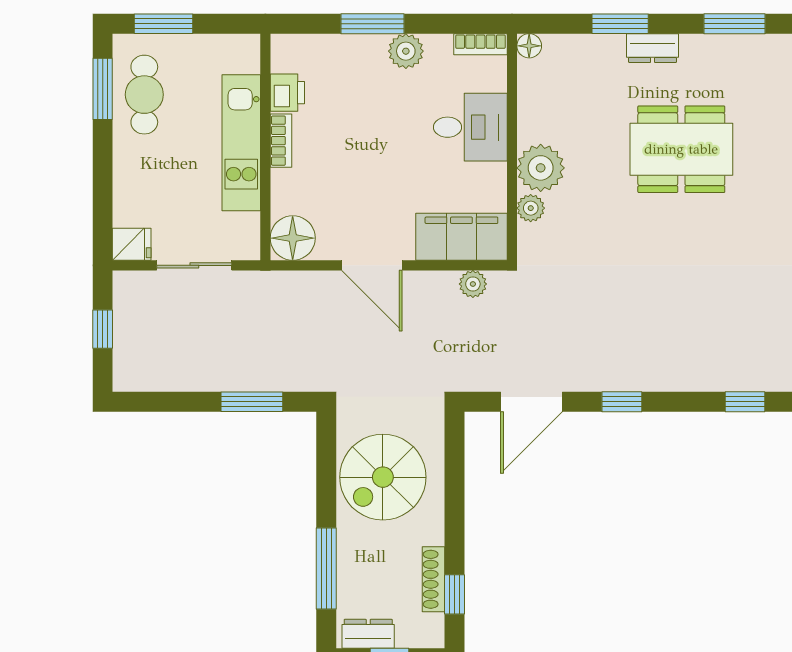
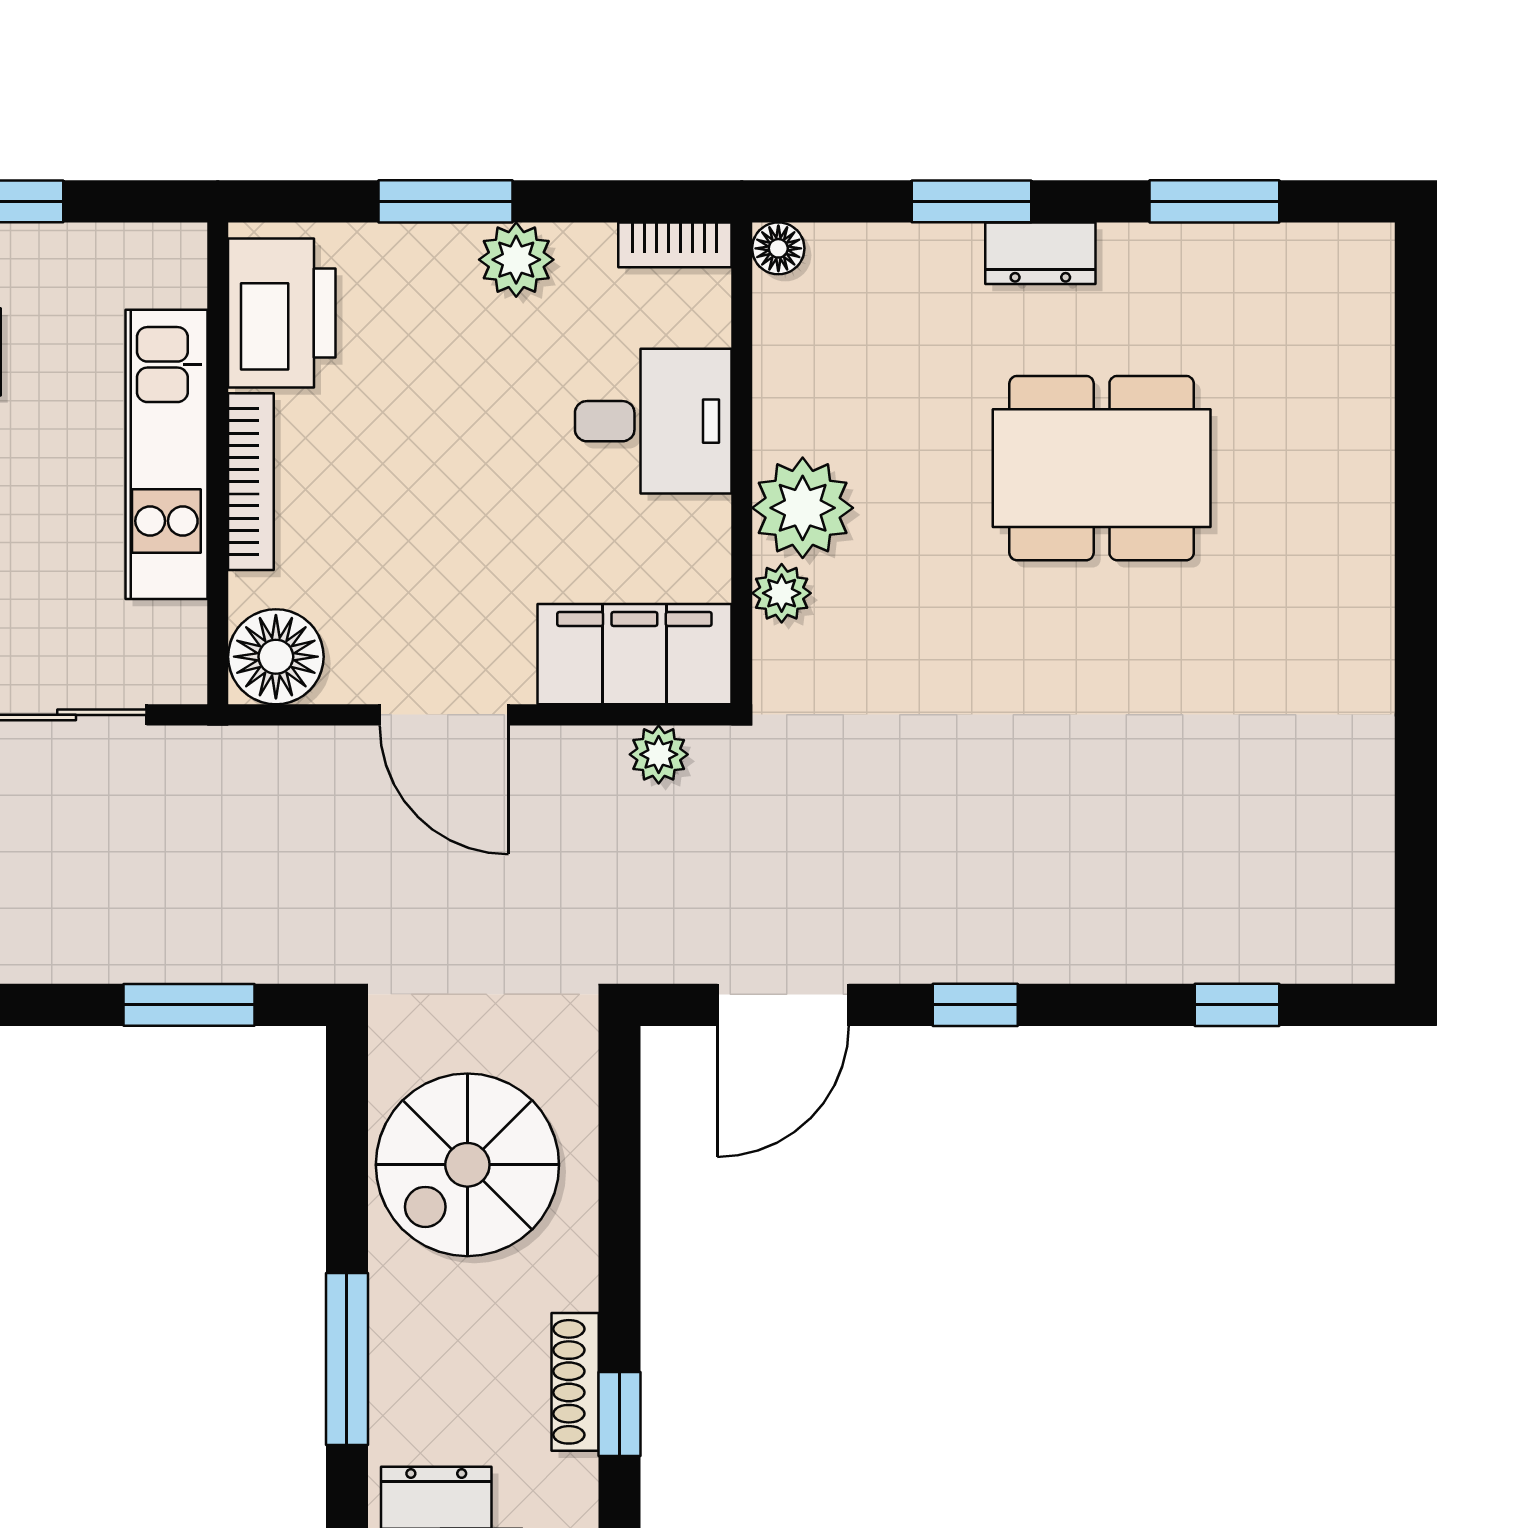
printer: (287, 93) -> (282, 313), width x1.87, depth x1.48
bookcase: (281, 141) -> (251, 482), width x1.56

